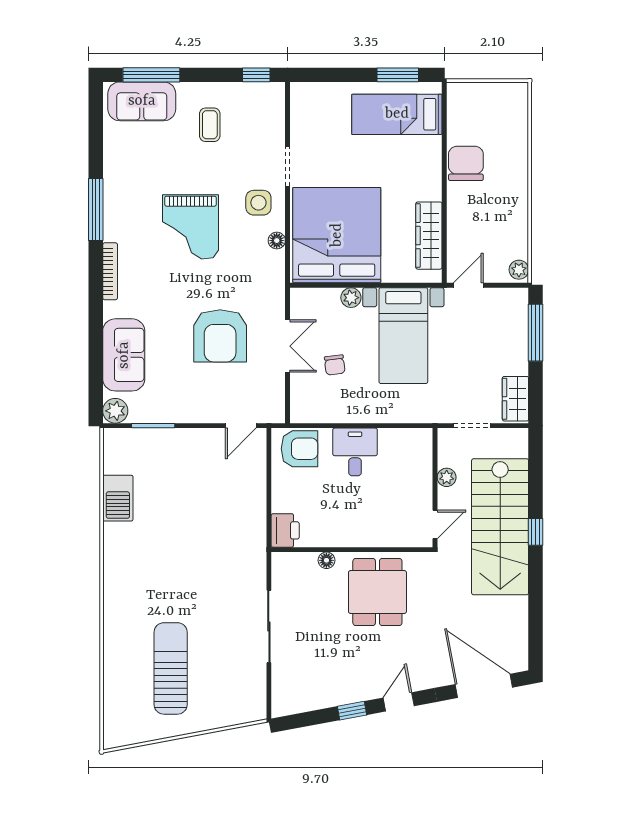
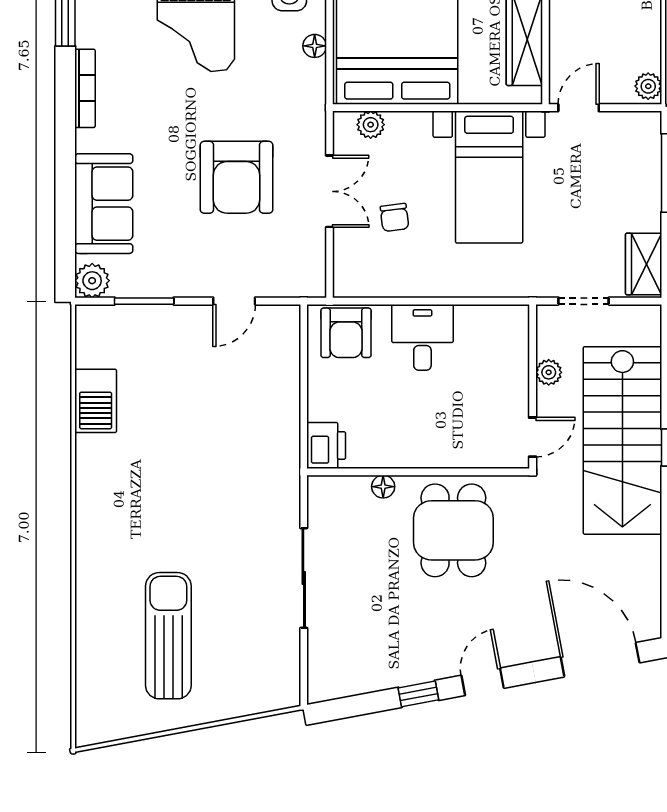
plant: (351, 298) -> (371, 125), moved
door: (241, 426) -> (234, 301), moved
armchair: (300, 449) -> (346, 333), turned 90

